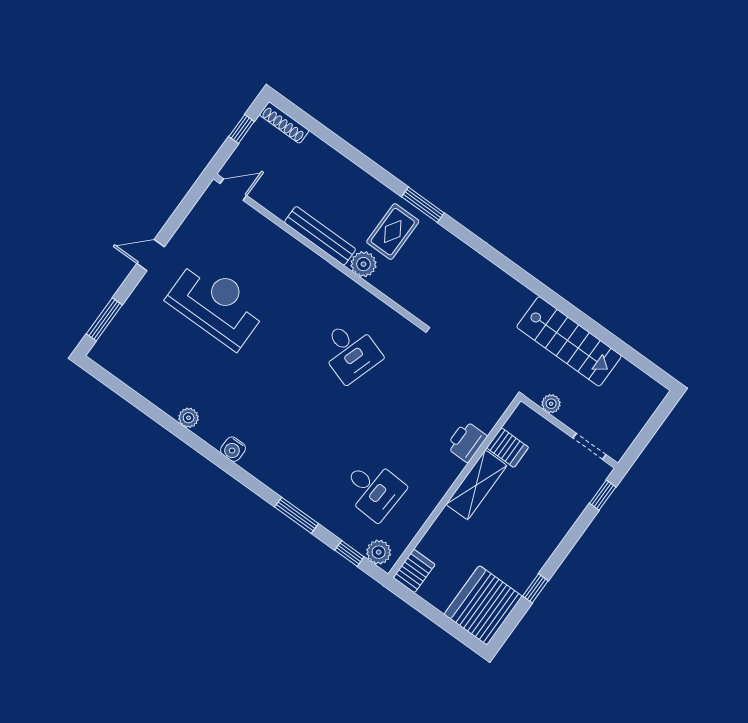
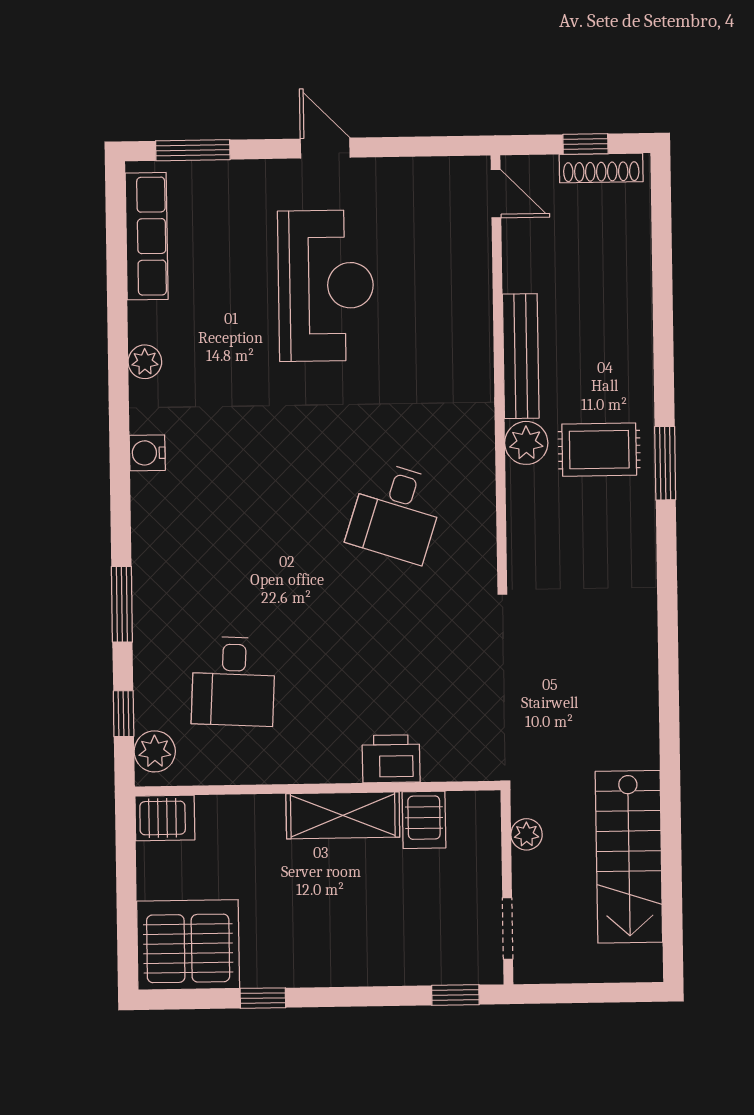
shoe rack: (284, 123) -> (601, 168), moved, turned -90
stairs: (569, 341) -> (629, 857), moved
row of seats: (129, 372) -> (147, 236), added

